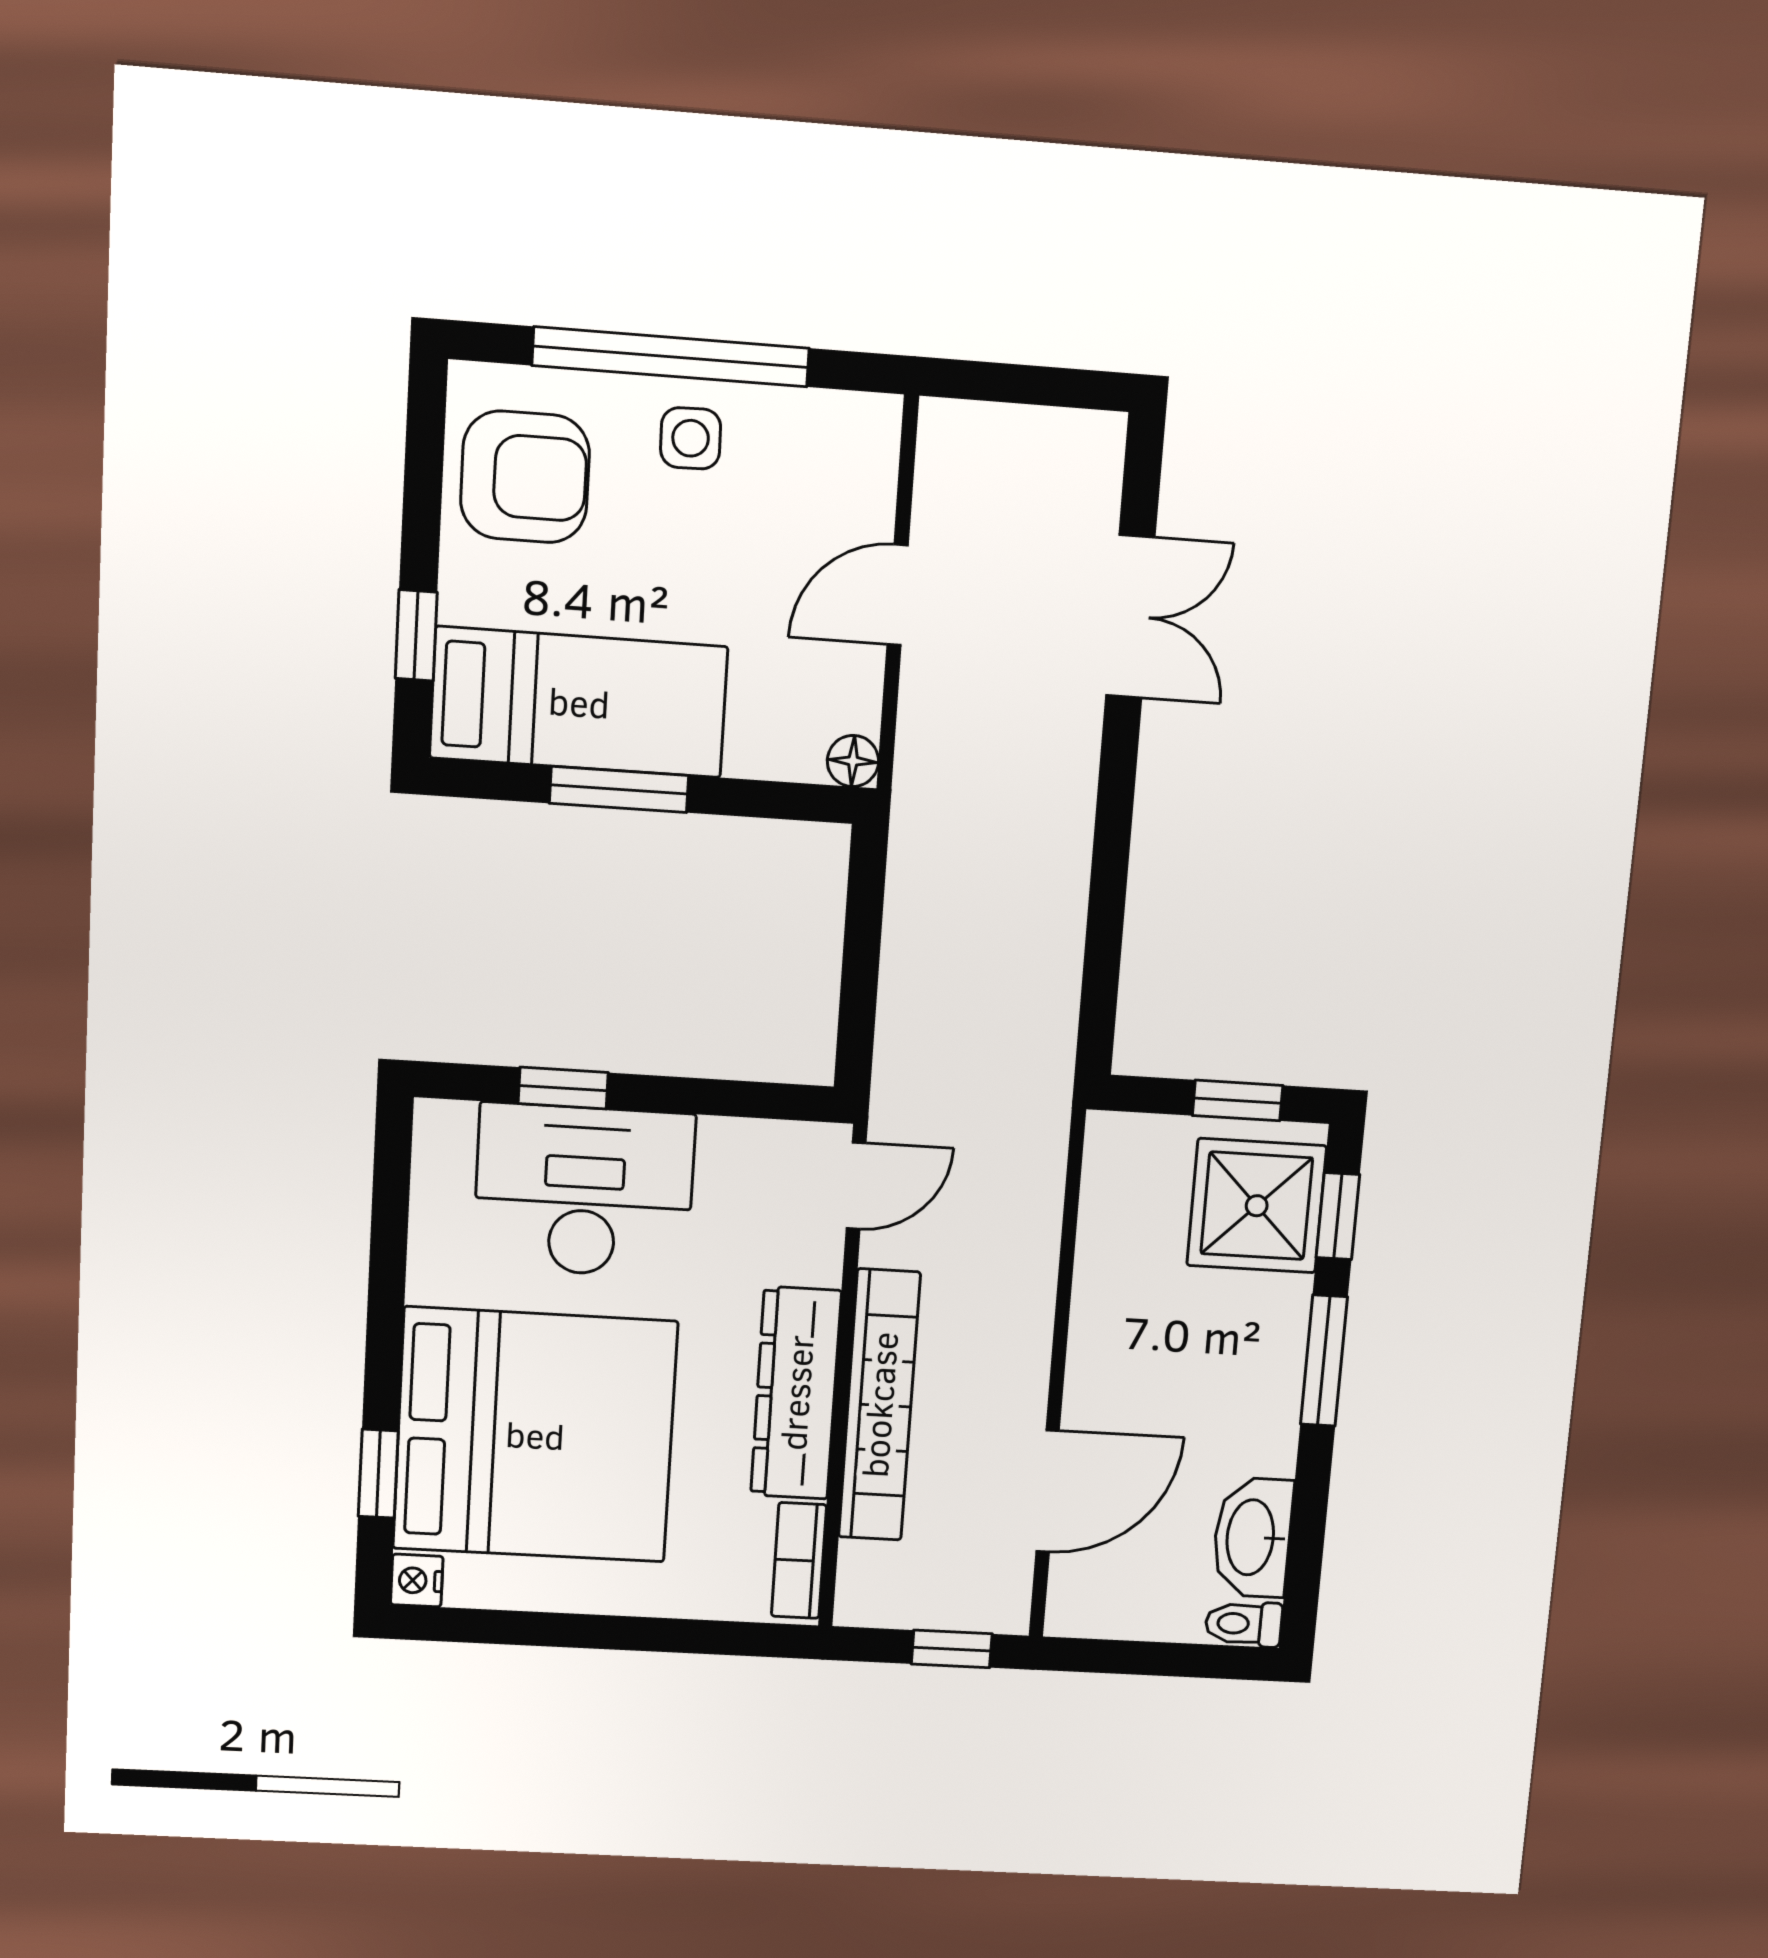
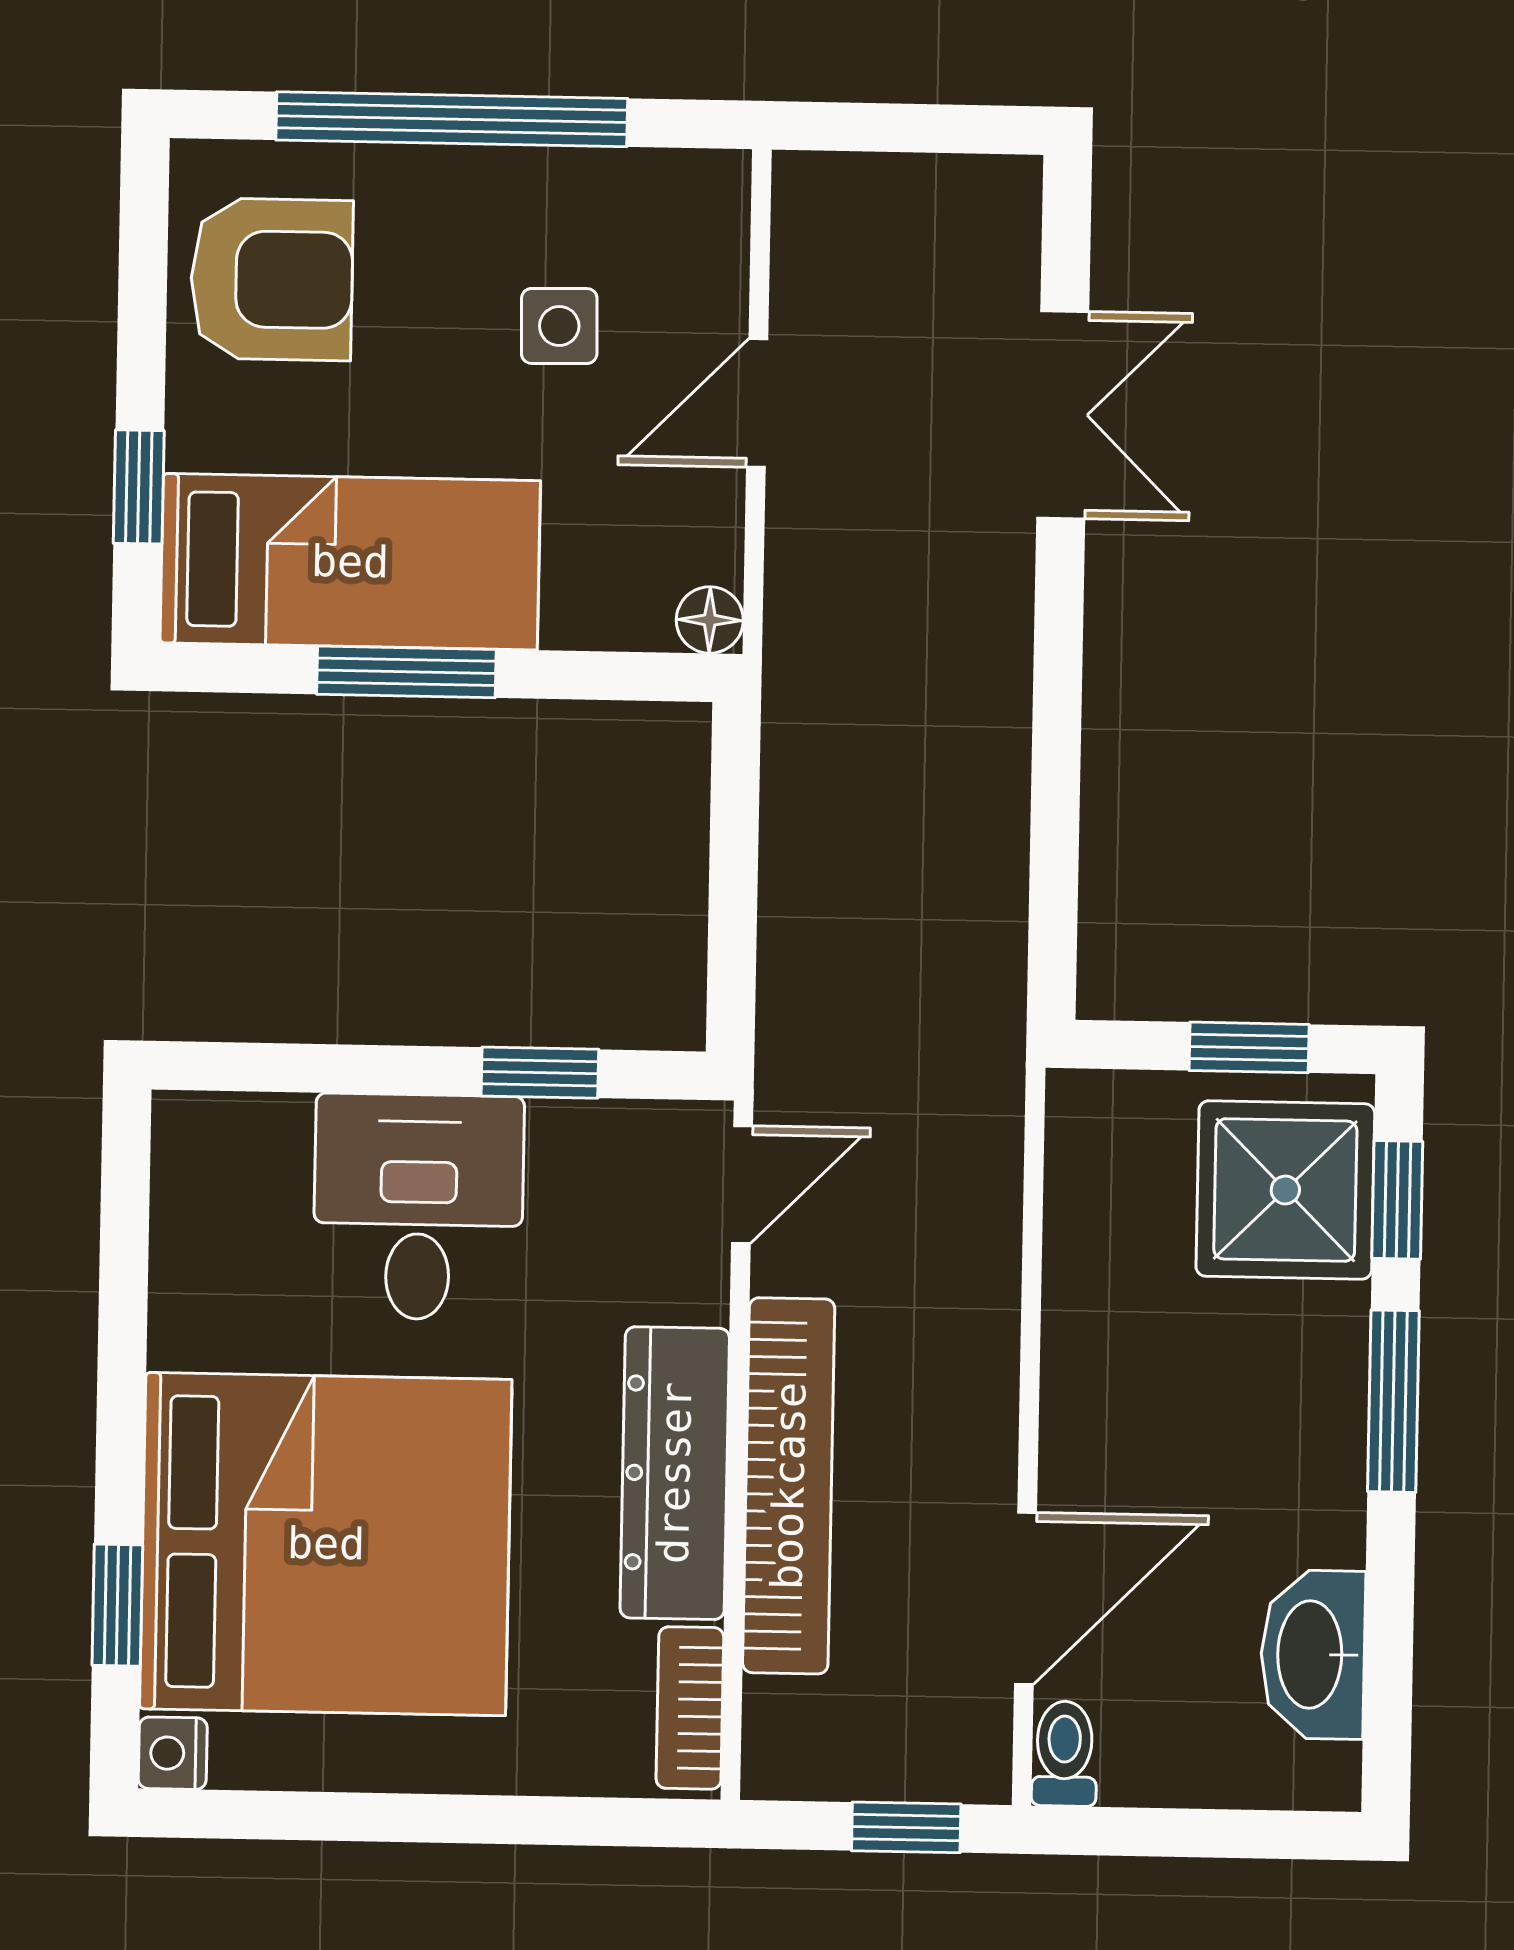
side table: (691, 438) -> (559, 326), moved
window: (563, 1088) -> (540, 1073), moved
desk: (584, 1191) -> (418, 1207), width x0.73
toilet: (1244, 1624) -> (1064, 1754), moved, turned 90

